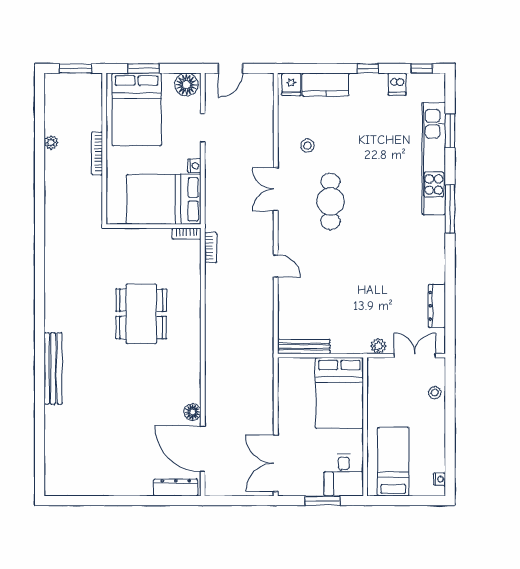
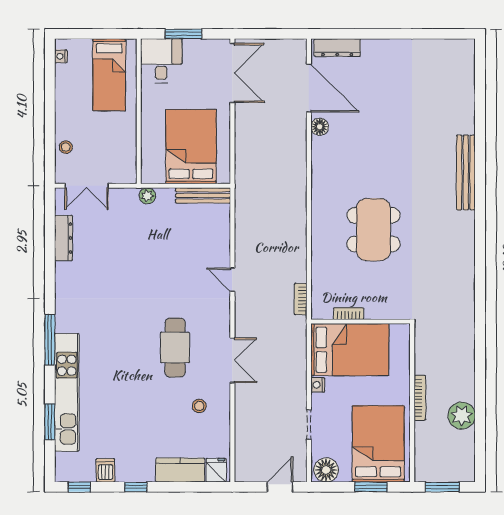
plant: (51, 142) -> (462, 416), width x1.88, depth x1.88
bookcase: (187, 234) -> (349, 314), moved
plant: (378, 346) -> (147, 196), moved
bed: (339, 393) -> (191, 147), moved

